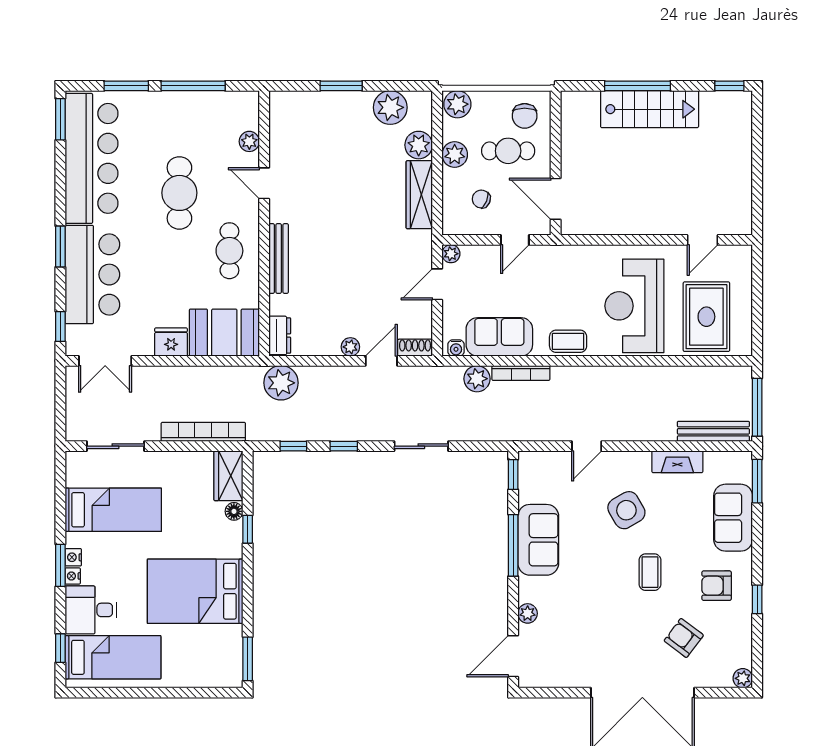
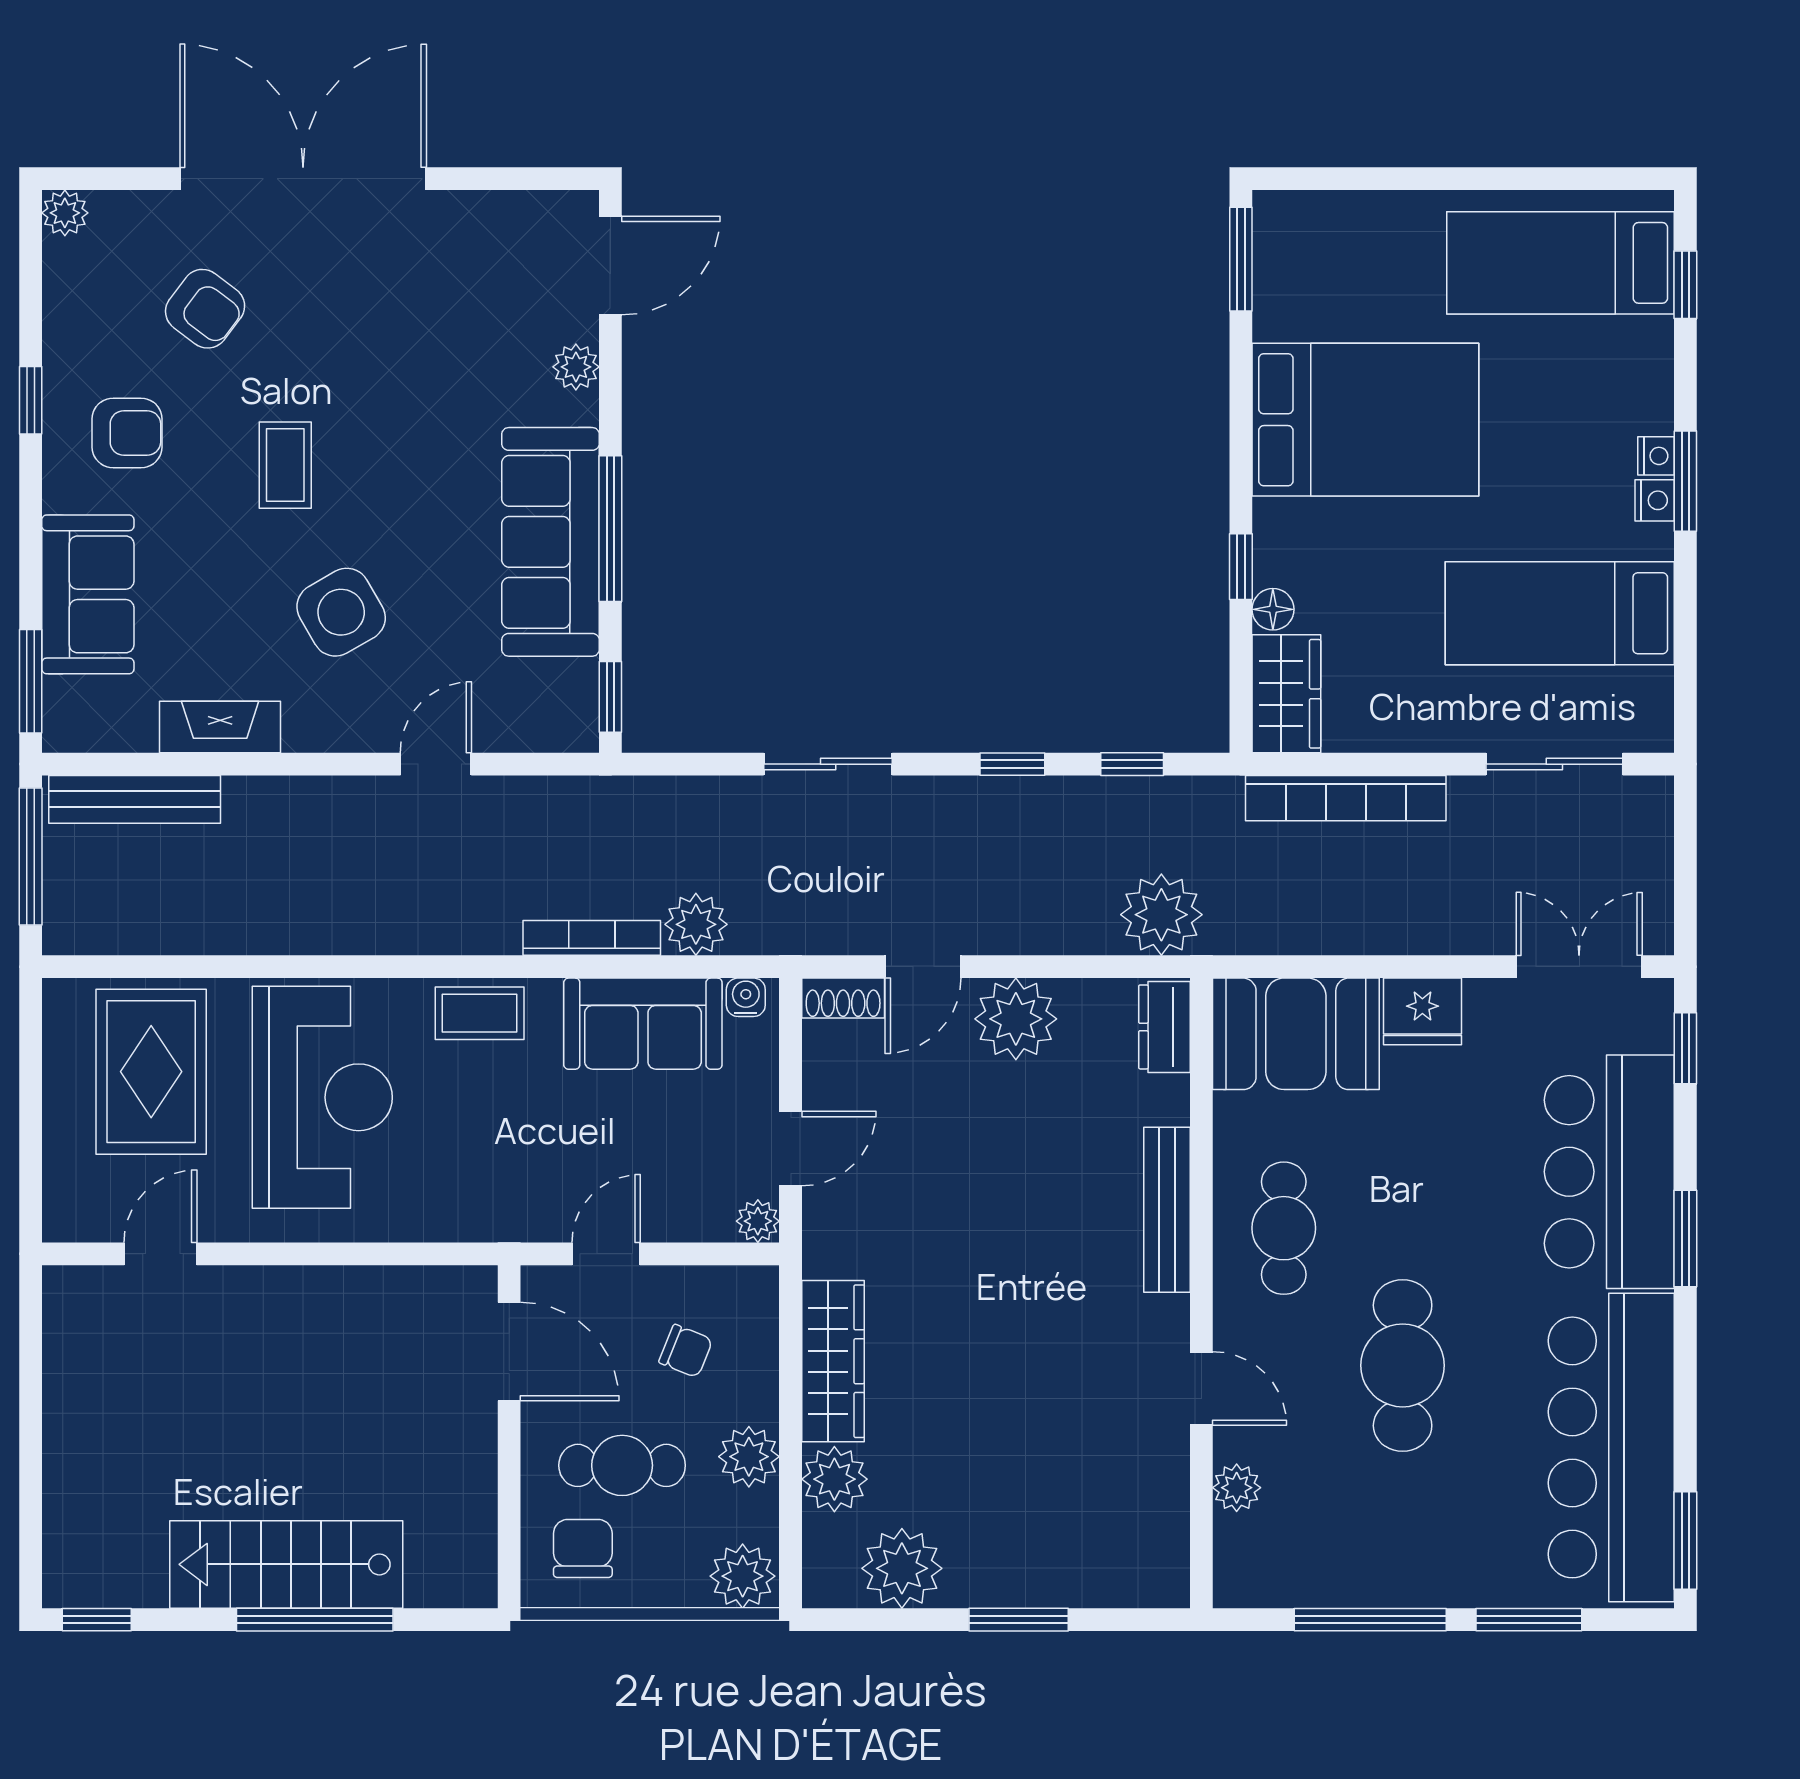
plant: (350, 347) -> (1016, 1019), width x1.88, depth x1.88
sofa: (538, 540) -> (551, 542), width x1.36
desk: (91, 610) -> (1613, 375), removed

